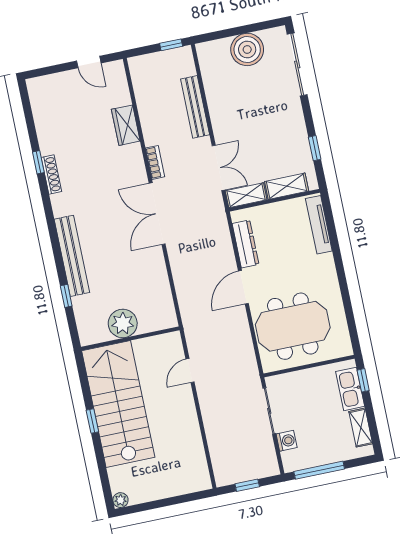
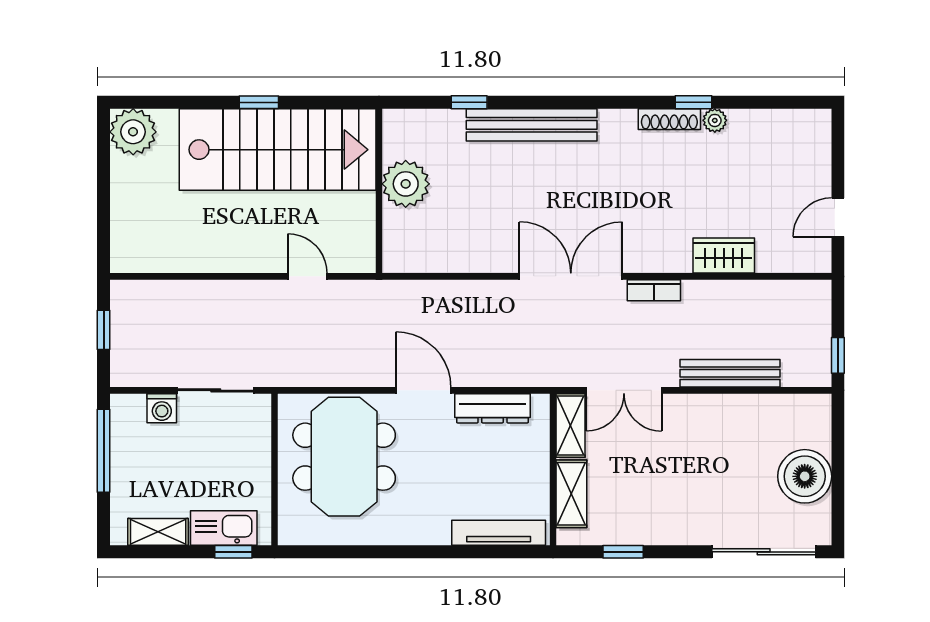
plant: (46, 147) -> (715, 120), added
plant: (120, 500) -> (133, 132), width x1.88, depth x1.88

